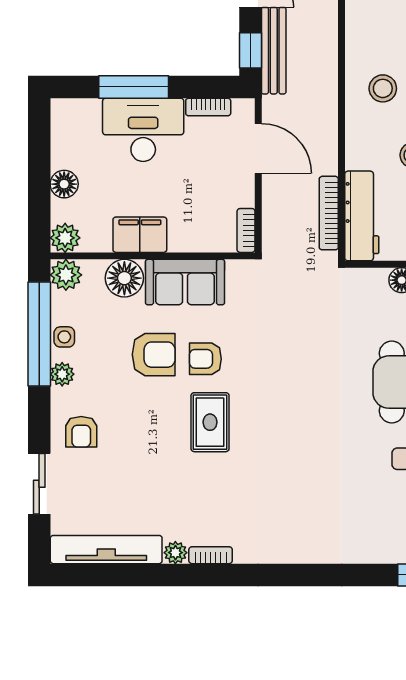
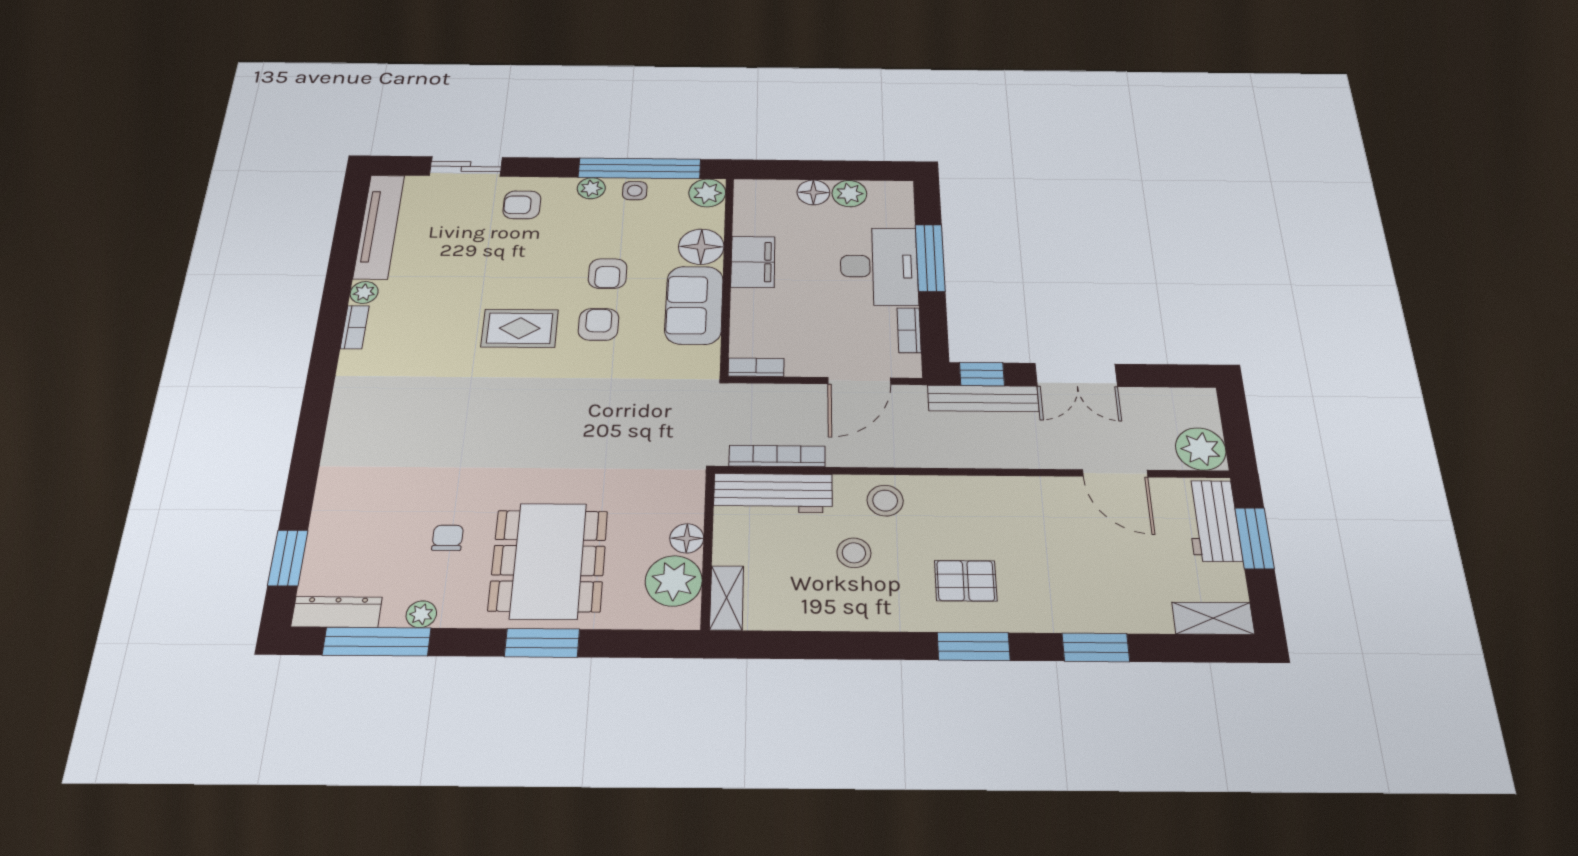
stool: (383, 88) -> (885, 501), moved
plant: (65, 238) -> (849, 194), moved
armchair: (154, 355) -> (608, 274), width x0.72, depth x0.72

